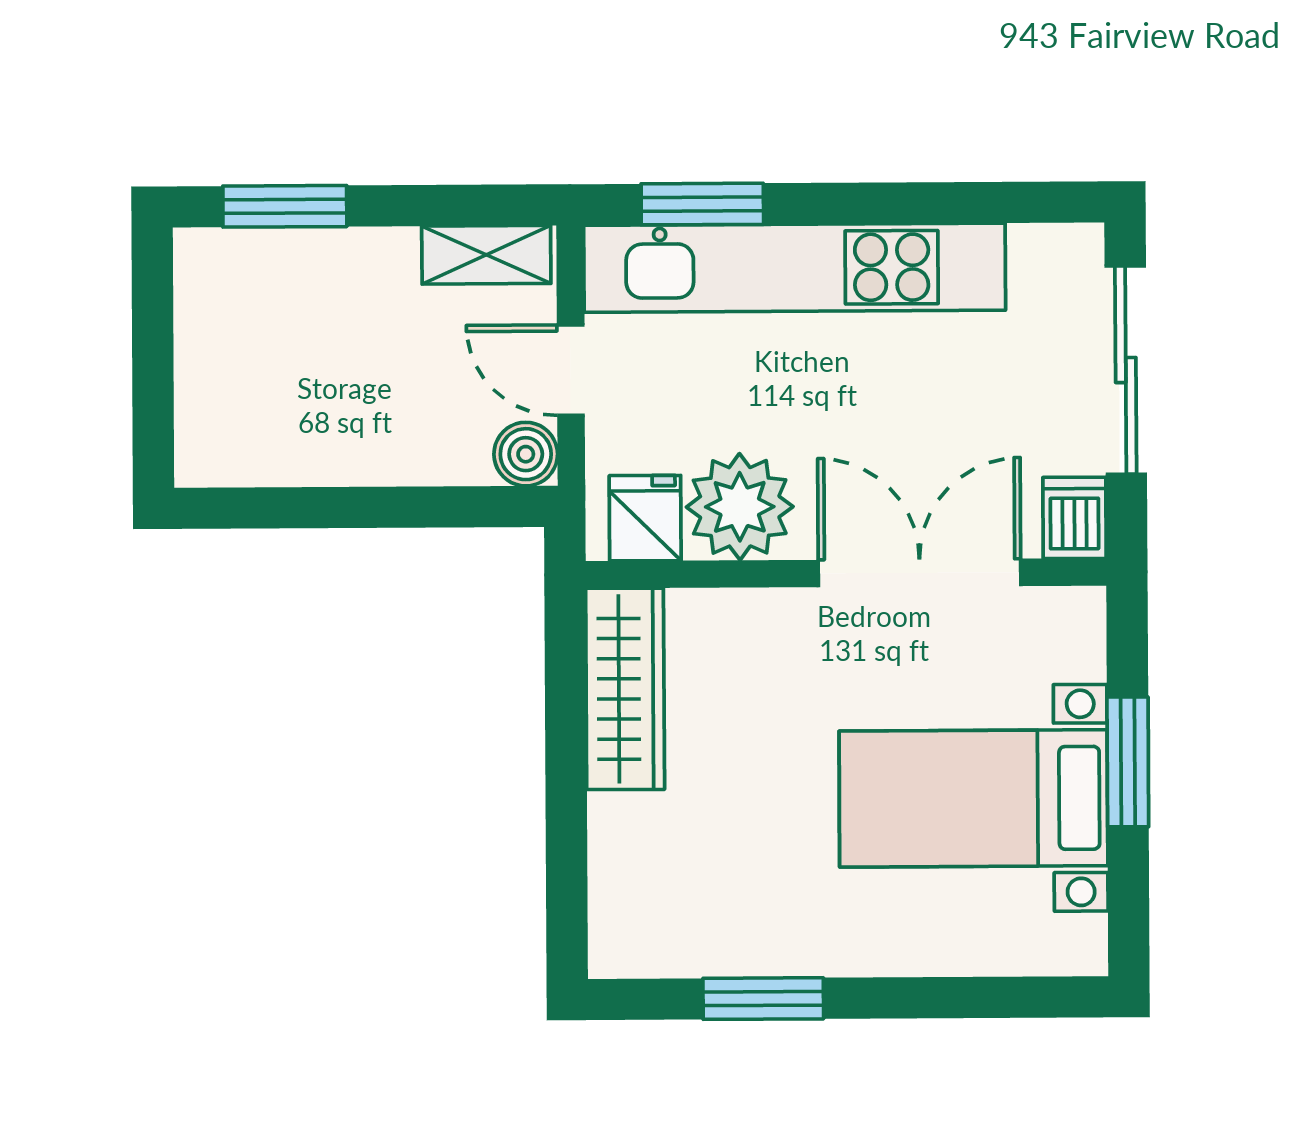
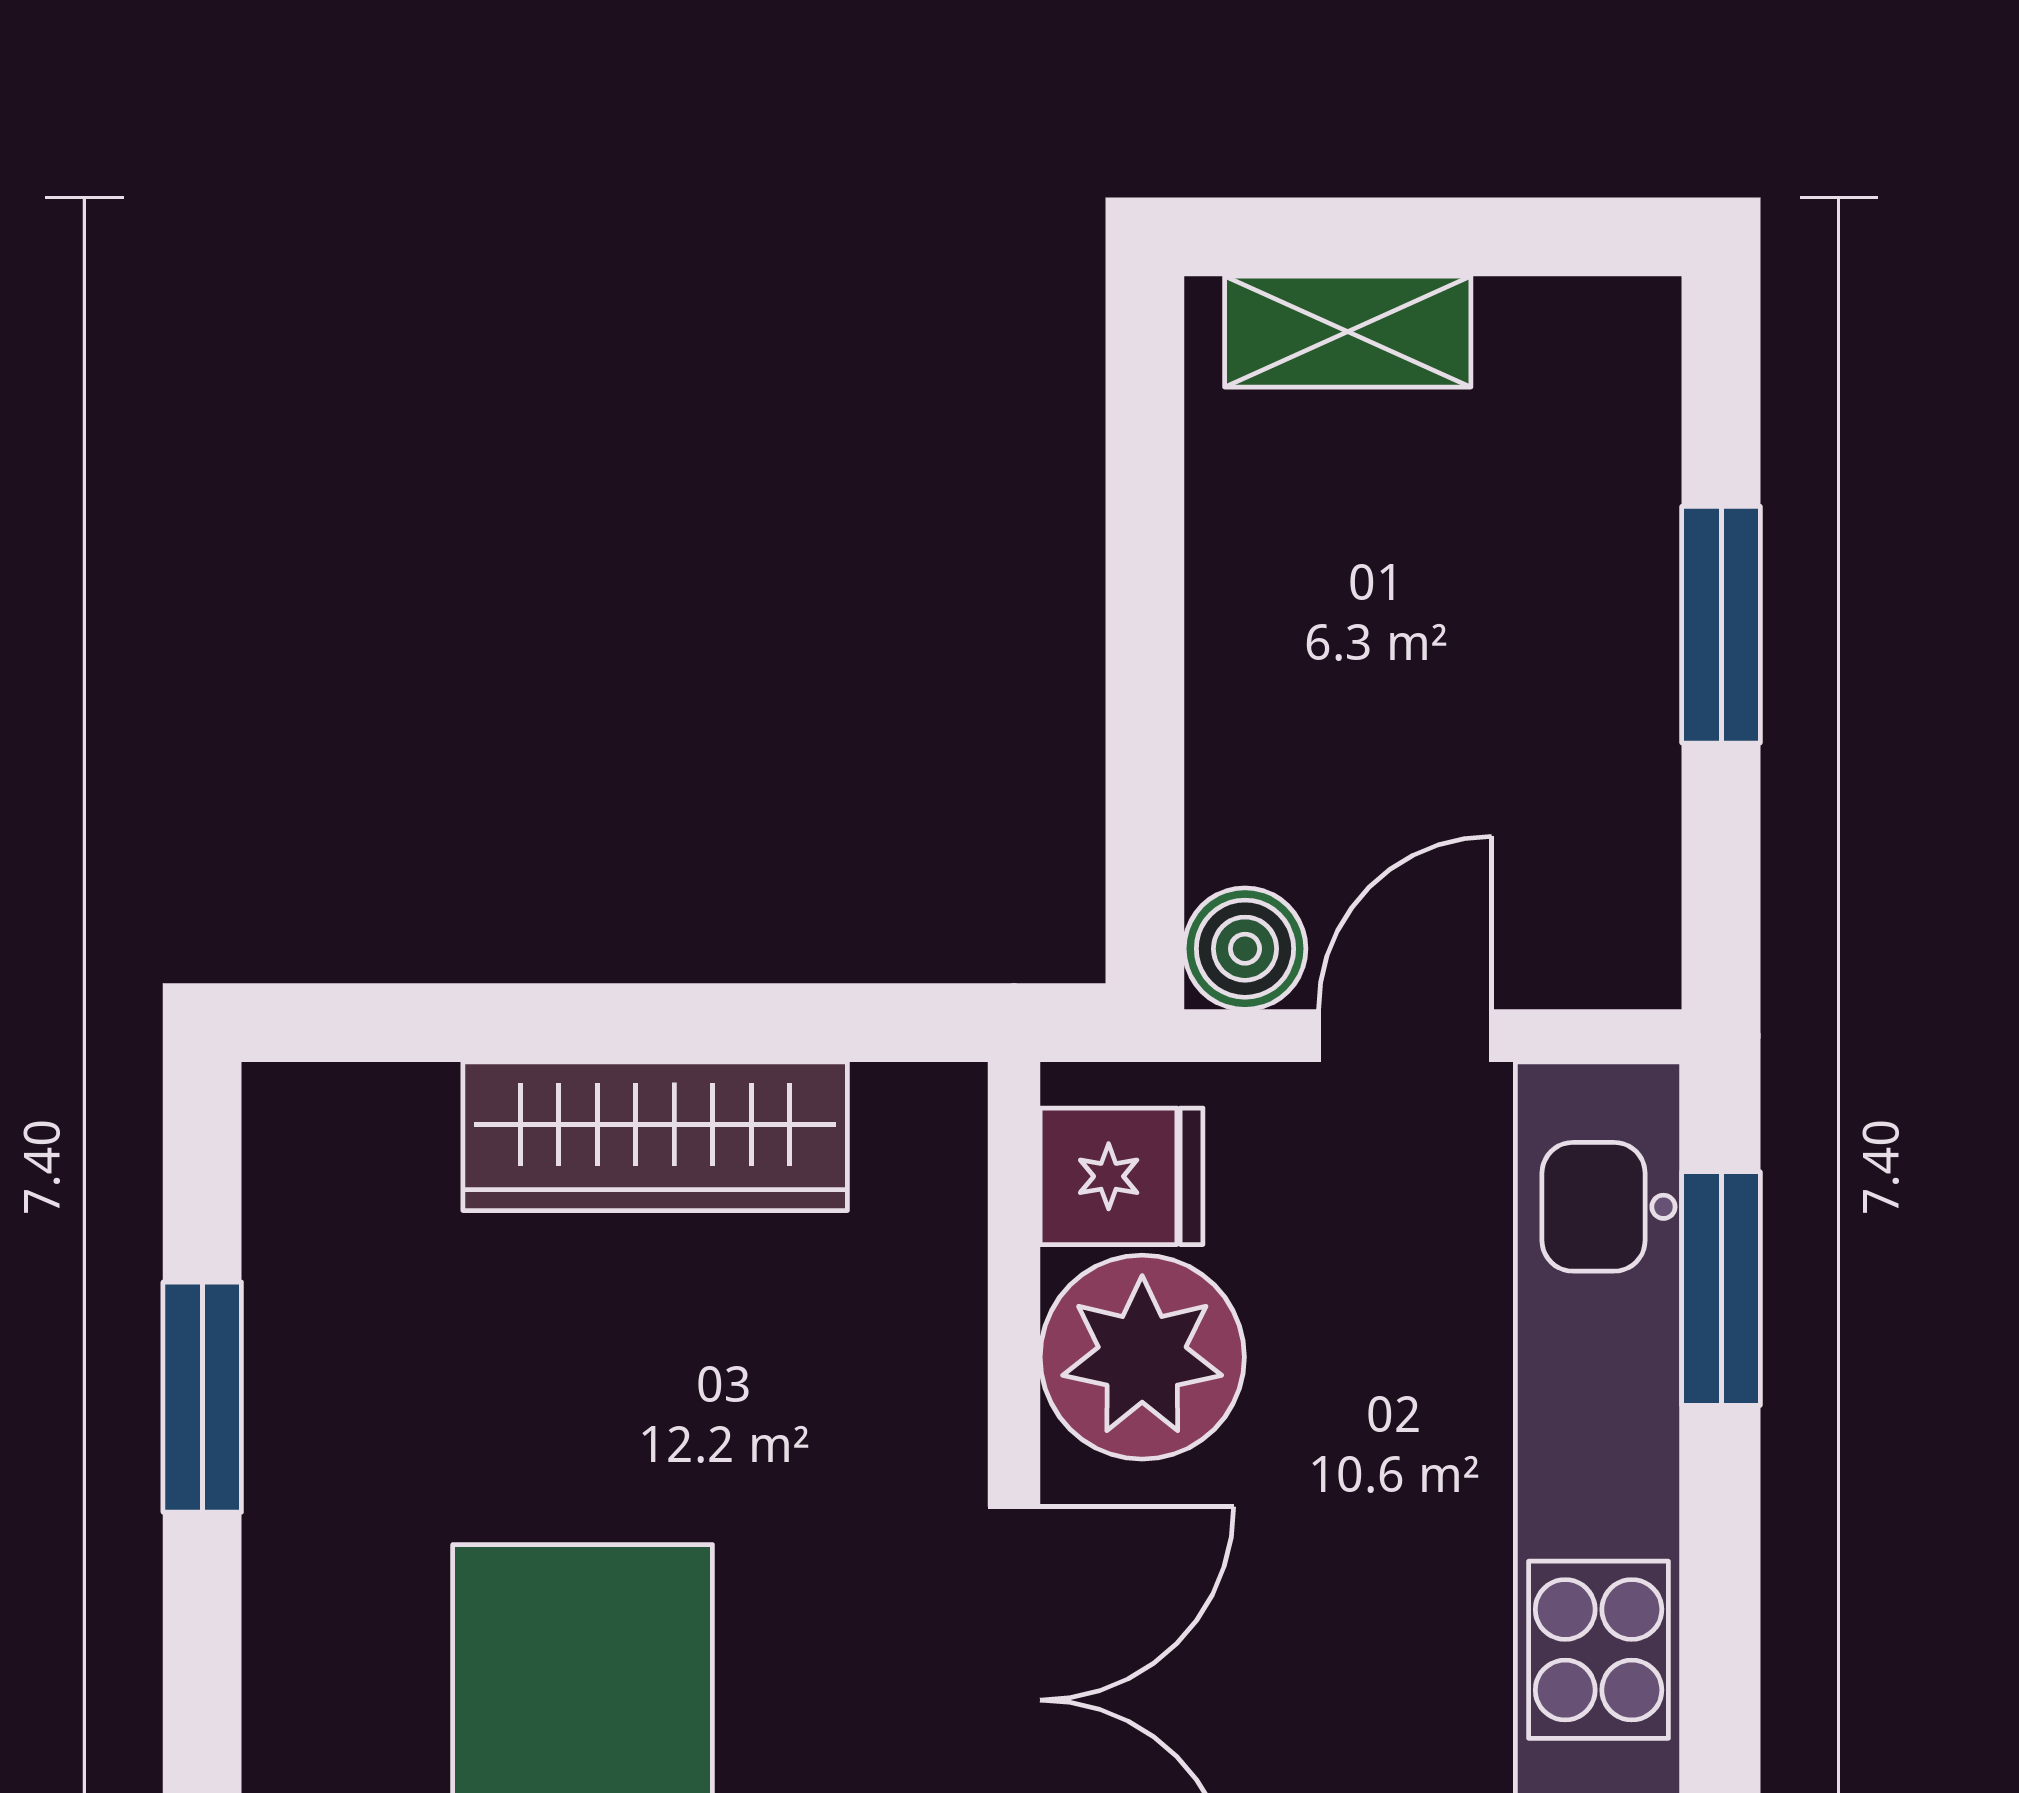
window: (285, 206) -> (1721, 625), moved
shelving: (486, 255) -> (1348, 332), moved, turned 90
wardrobe: (625, 689) -> (655, 1136), moved

